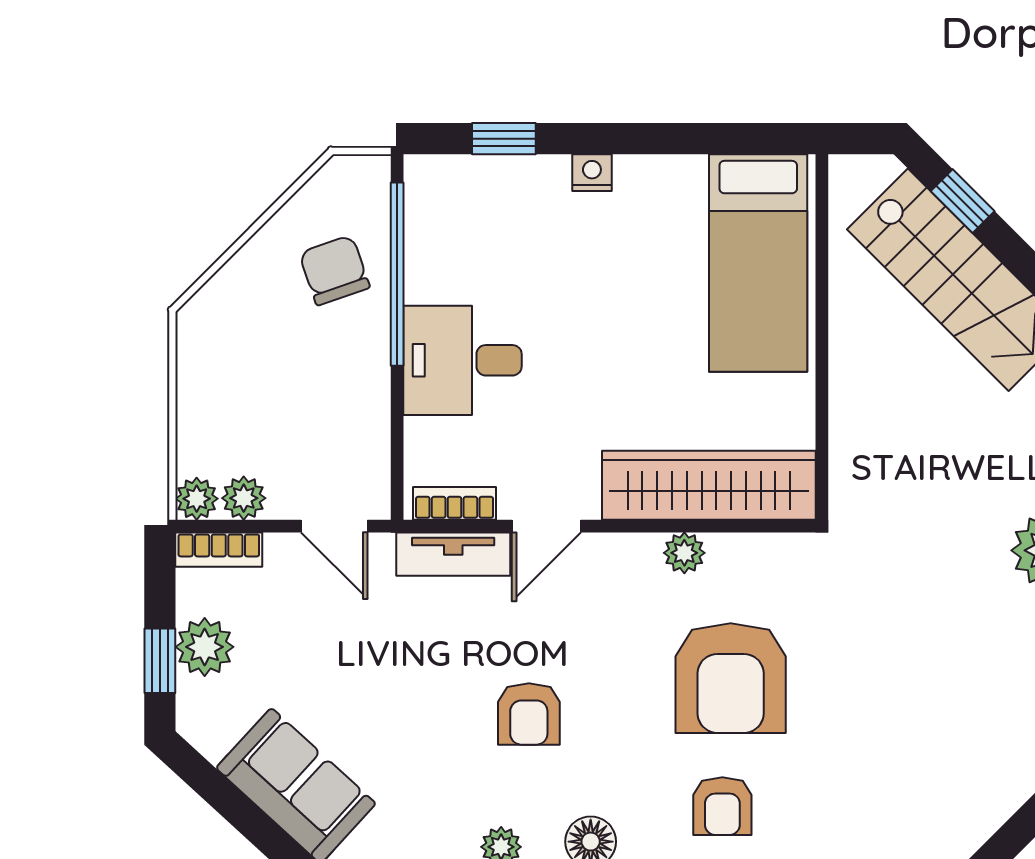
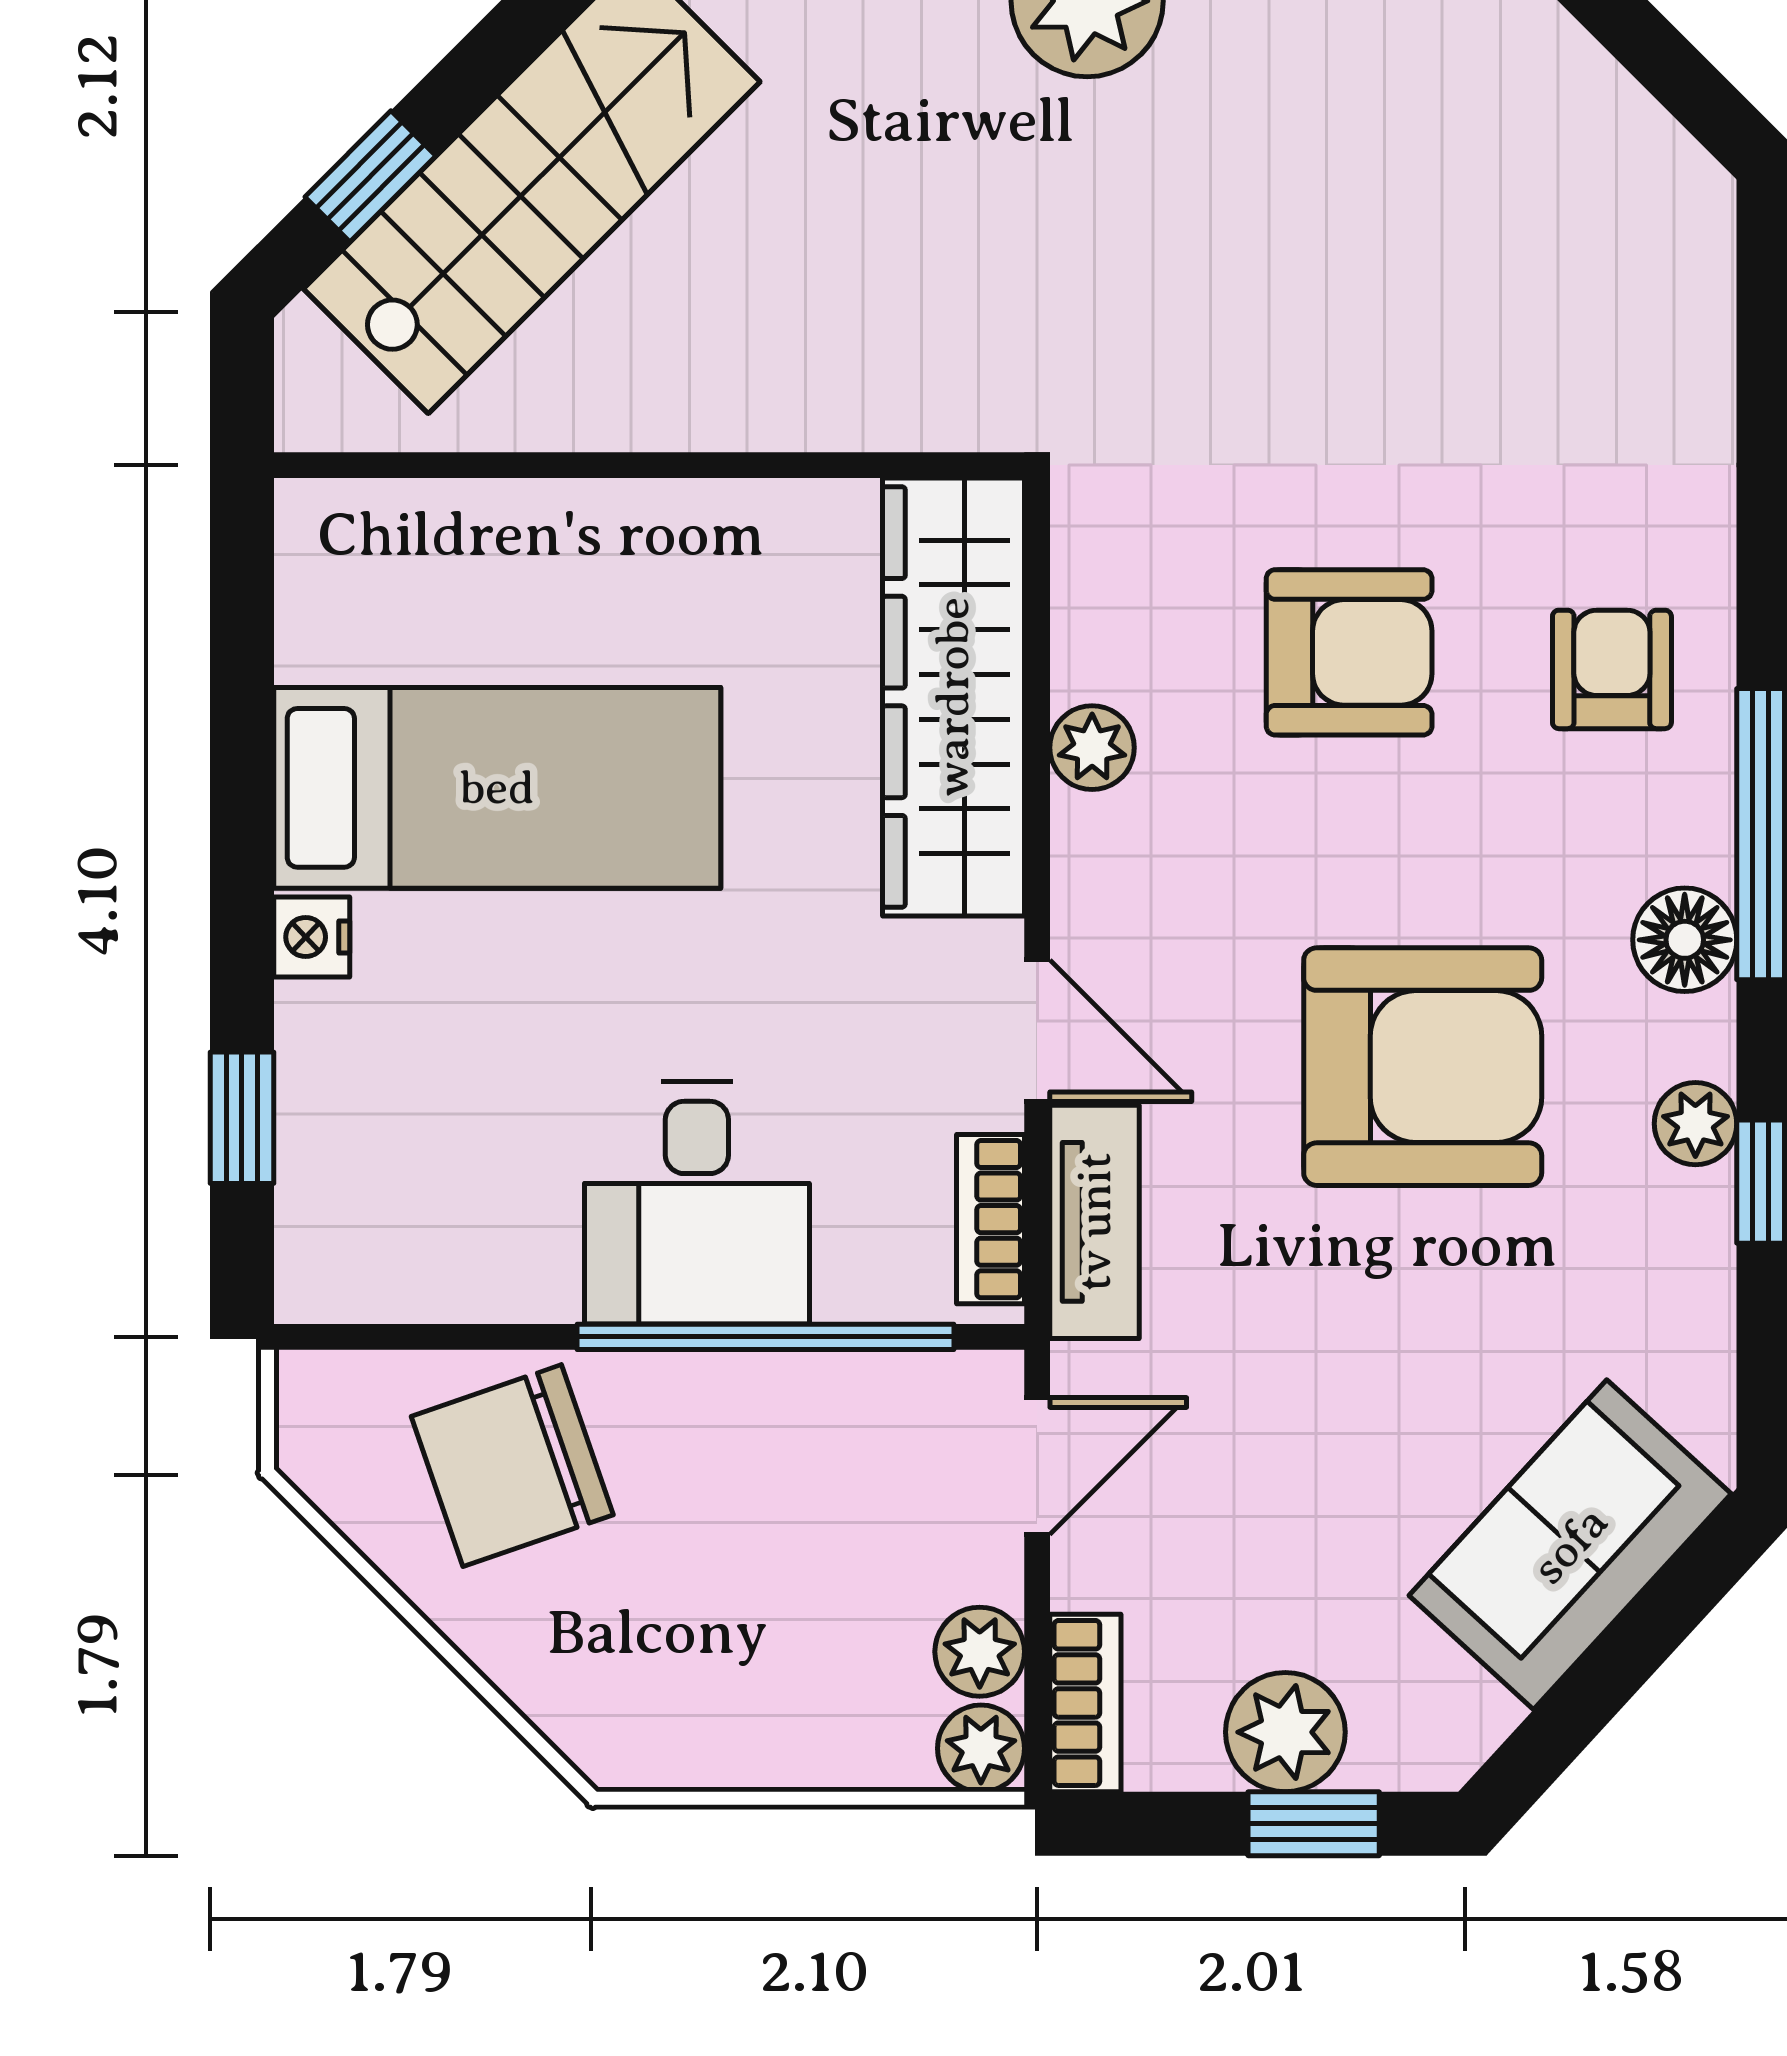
bed: (758, 263) -> (497, 788), moved
chair: (334, 270) -> (512, 1466), width x1.37, depth x1.37
window: (397, 274) -> (765, 1337), moved
armchair: (731, 678) -> (1349, 652), width x0.73, depth x0.73
armchair: (529, 714) -> (1423, 1067), width x1.88, depth x1.88
armchair: (722, 806) -> (1612, 669), turned -90

